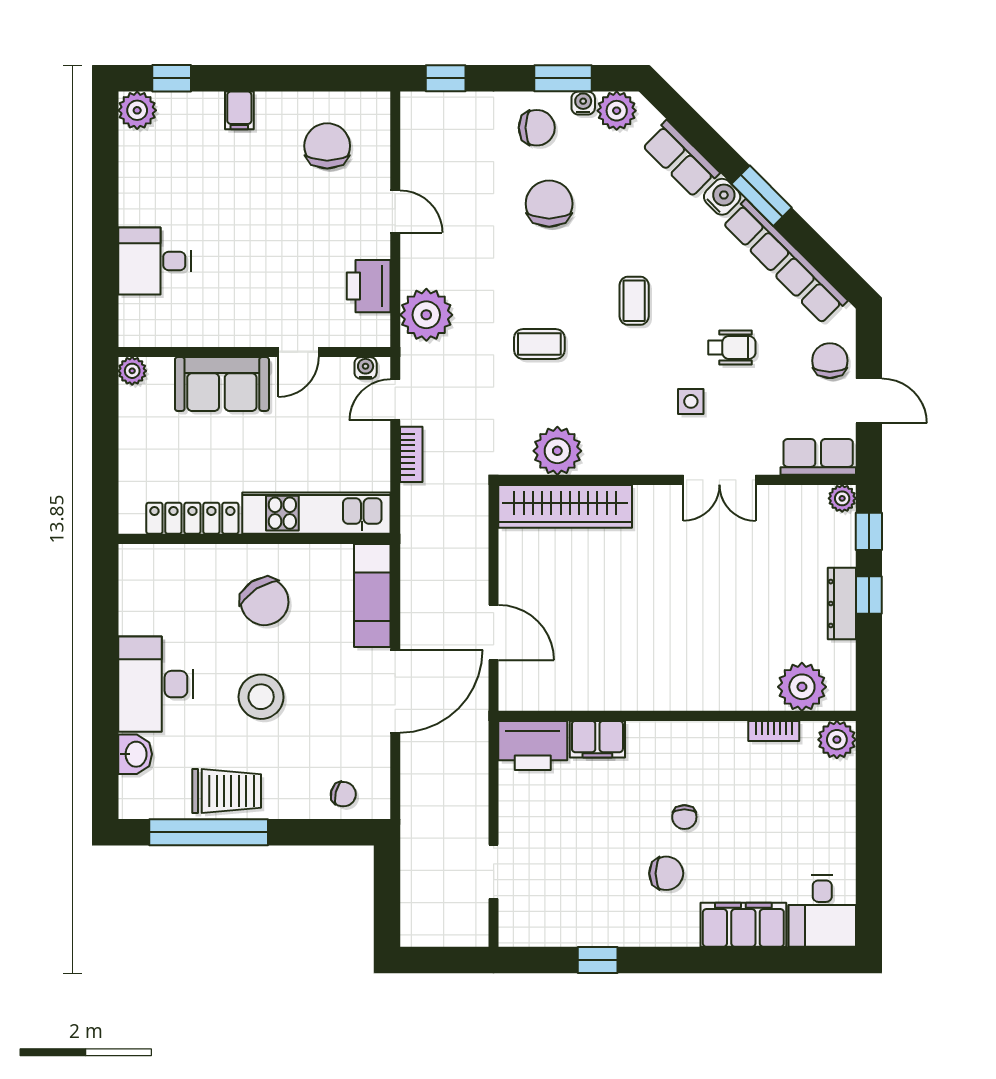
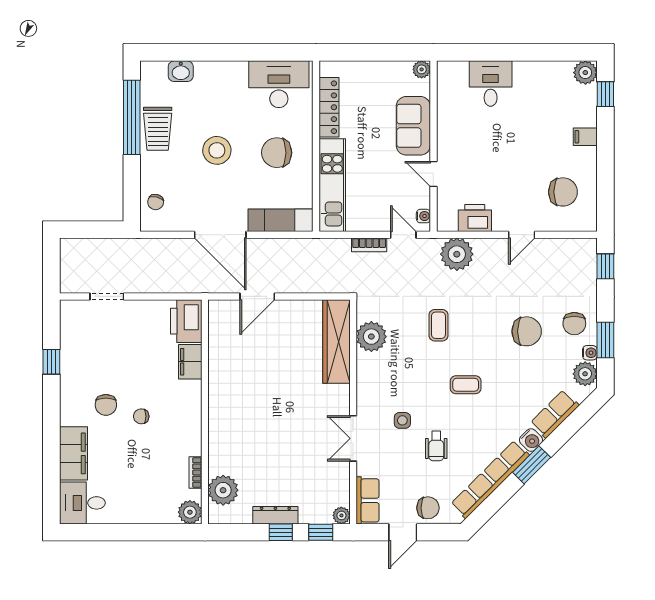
chair: (265, 602) -> (277, 153), turned 33
desk: (156, 684) -> (279, 84), moved

